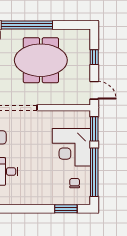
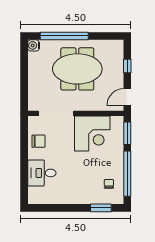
door: (94, 90) -> (127, 97), swing flipped
corner desk: (71, 147) -> (92, 133), moved, turned -90

